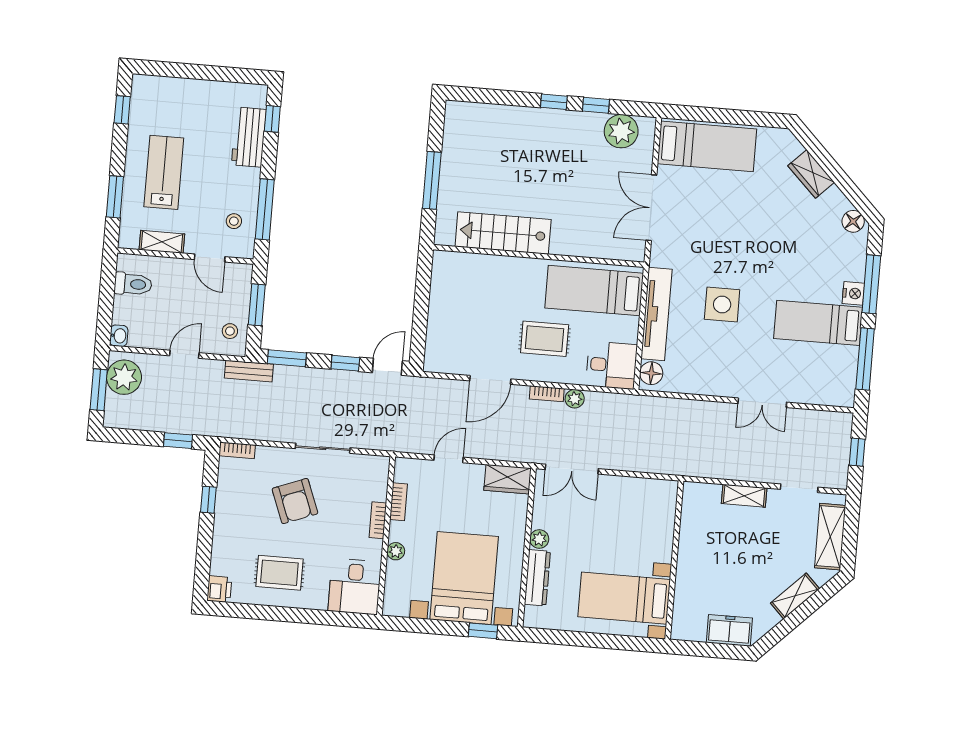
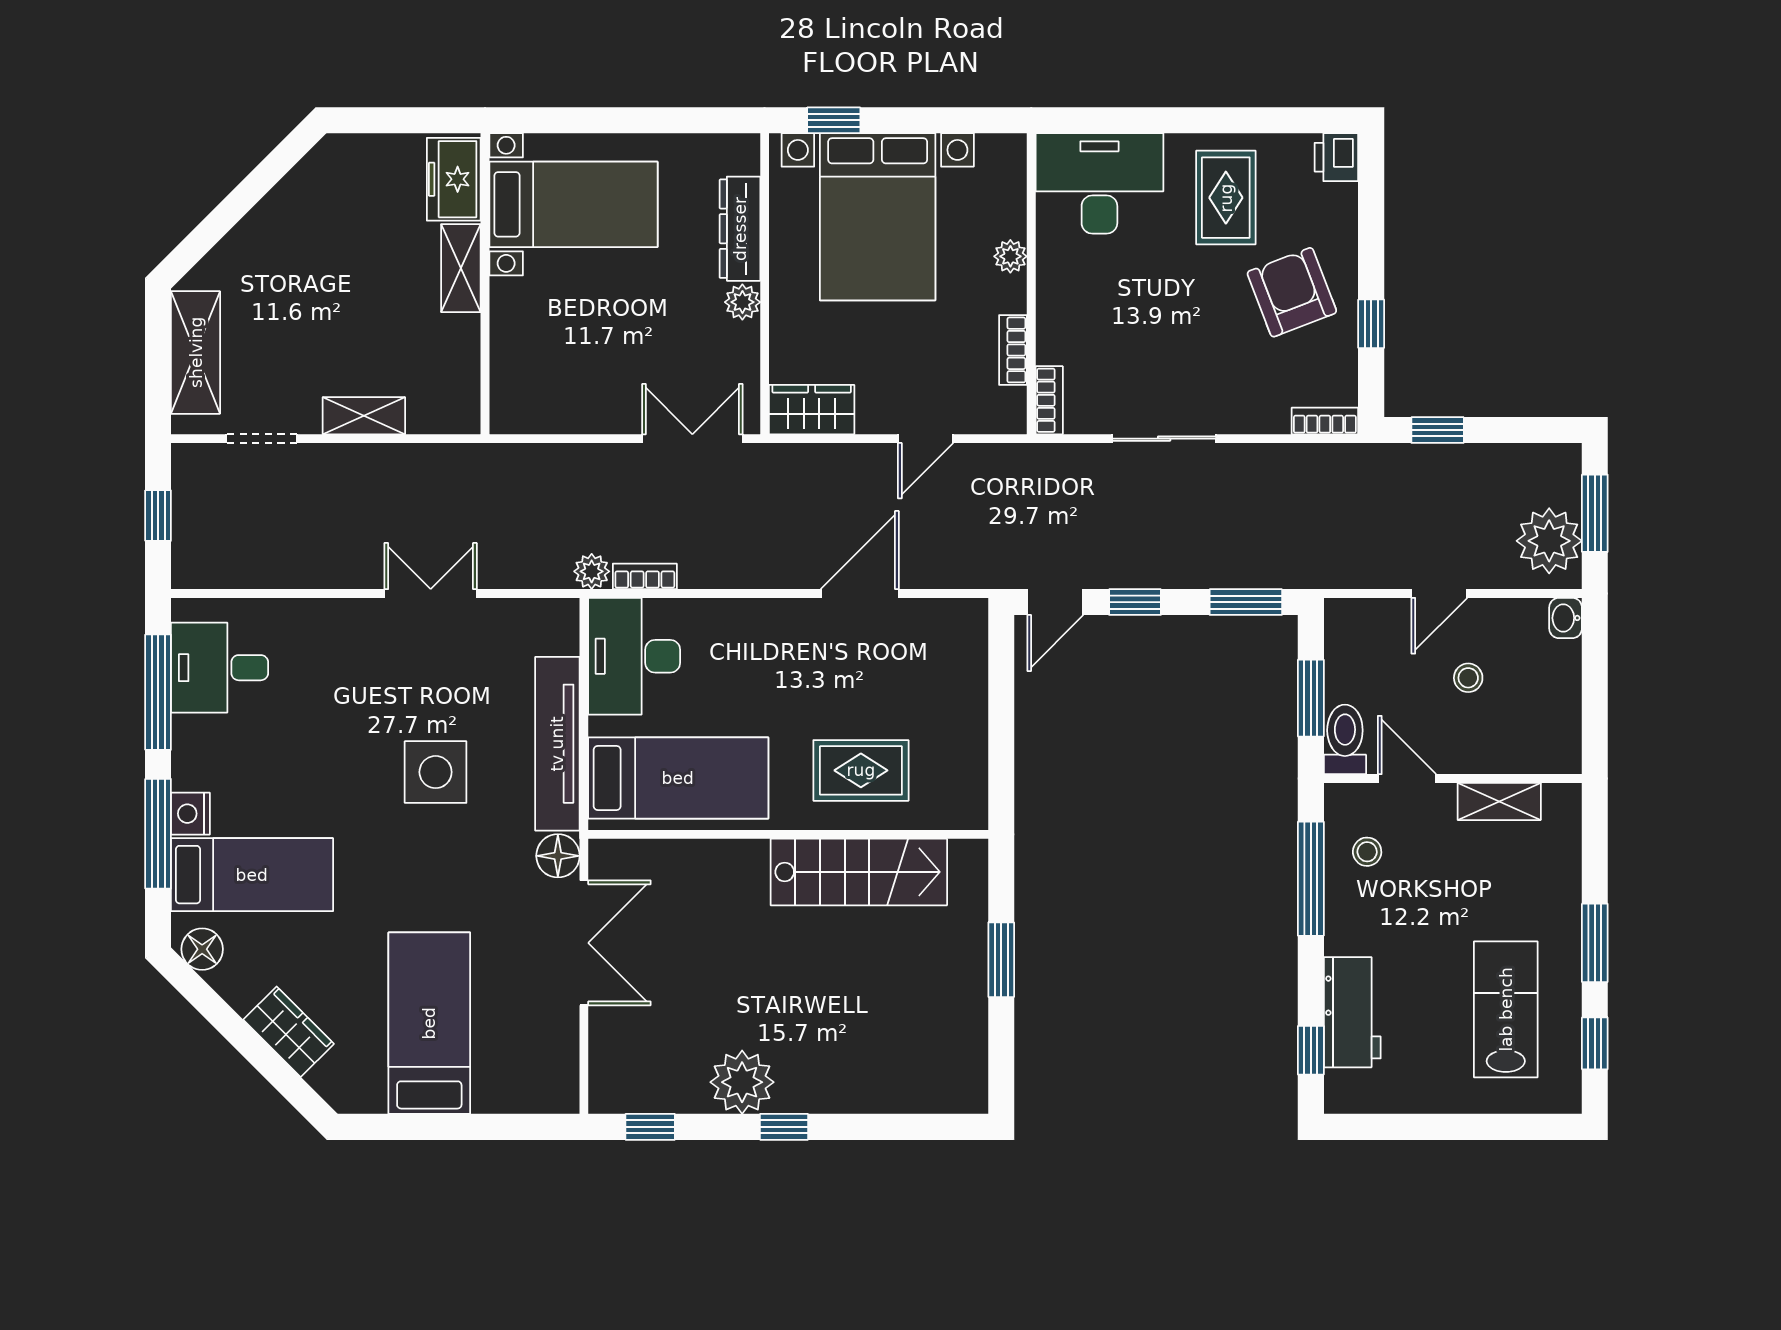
window: (596, 105) -> (650, 1127), moved
plant: (621, 131) -> (742, 1082), moved
bed: (707, 146) -> (429, 1023), moved, turned 90
lab bench: (164, 172) -> (1506, 1009), moved, turned 180
window: (432, 180) -> (1001, 960), width x0.69
window: (115, 197) -> (1595, 943), moved
toilet: (133, 284) -> (1345, 739), moved, turned 90
bed: (818, 323) -> (252, 875), moved
stool: (230, 331) -> (1468, 678), moved
rug: (545, 339) -> (861, 770), moved
desk: (611, 365) -> (634, 656), width x1.37
desk: (831, 369) -> (220, 668), added
bench: (249, 371) -> (1315, 572), removed
floor lamp: (651, 373) -> (558, 856), moved
bookcase: (547, 394) -> (645, 576), moved
plant: (575, 399) -> (592, 571), moved
double door: (762, 403) -> (431, 593), moved
armchair: (295, 501) -> (1292, 292), moved
bookcase: (378, 520) -> (1049, 400), moved
rug: (279, 573) -> (1226, 198), turned 90
desk: (355, 587) -> (1099, 183), width x1.37
shelving: (795, 596) -> (461, 268), moved, turned -45
freezer: (729, 630) -> (454, 179), moved, turned 90

